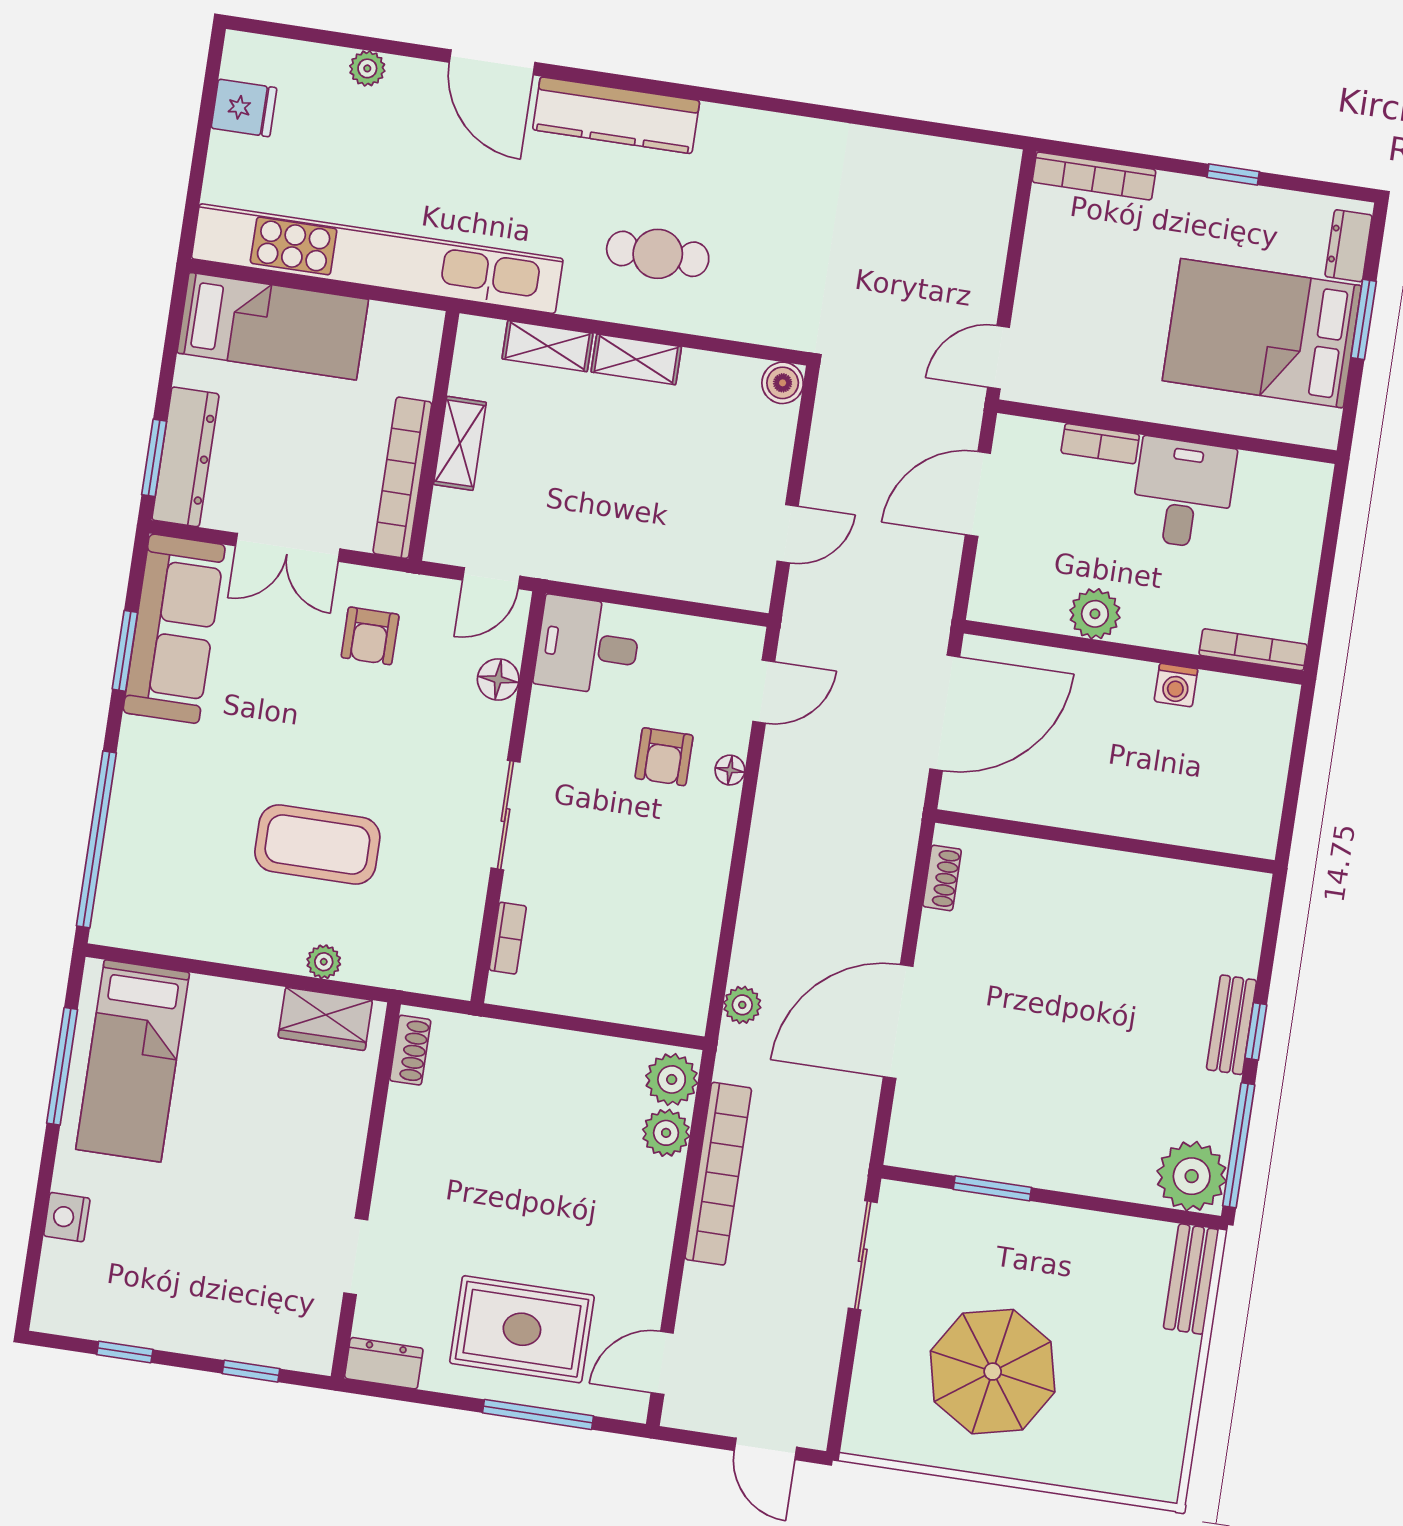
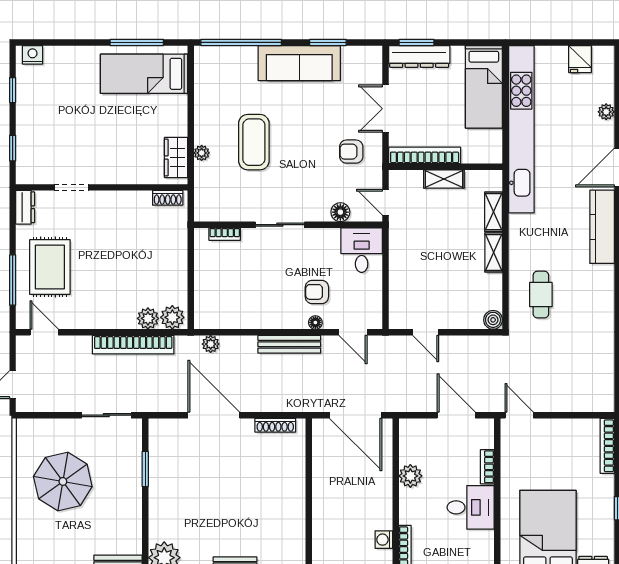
cafe table: (658, 254) -> (541, 295), moved
sofa: (174, 629) -> (299, 63), moved
washing machine: (1176, 685) -> (384, 540), moved
bench: (769, 834) -> (289, 344), added
shoe rack: (942, 878) -> (275, 425), width x1.43
nightstand: (67, 1217) -> (33, 55), moved

